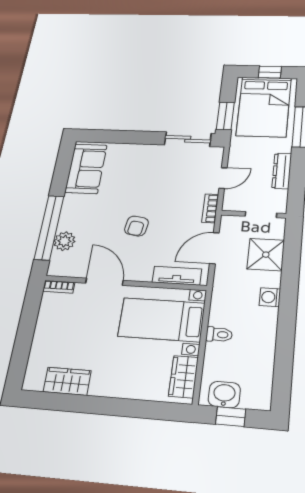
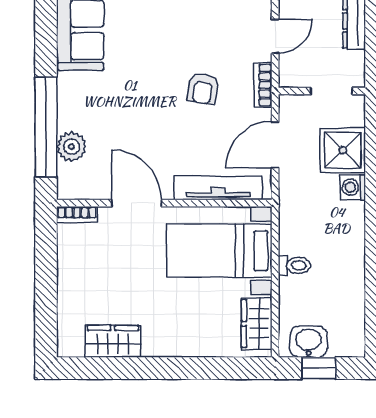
armchair: (136, 226) -> (203, 89), moved
tv unit: (177, 276) -> (218, 188), width x1.41
washing machine: (270, 297) -> (353, 187), moved

